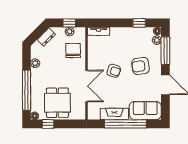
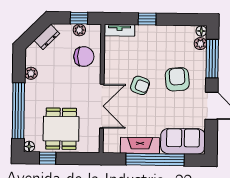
window: (139, 23) -> (147, 19), moved
chair: (73, 51) -> (84, 57), turned 90
armchair: (140, 66) -> (177, 79), turned 93

